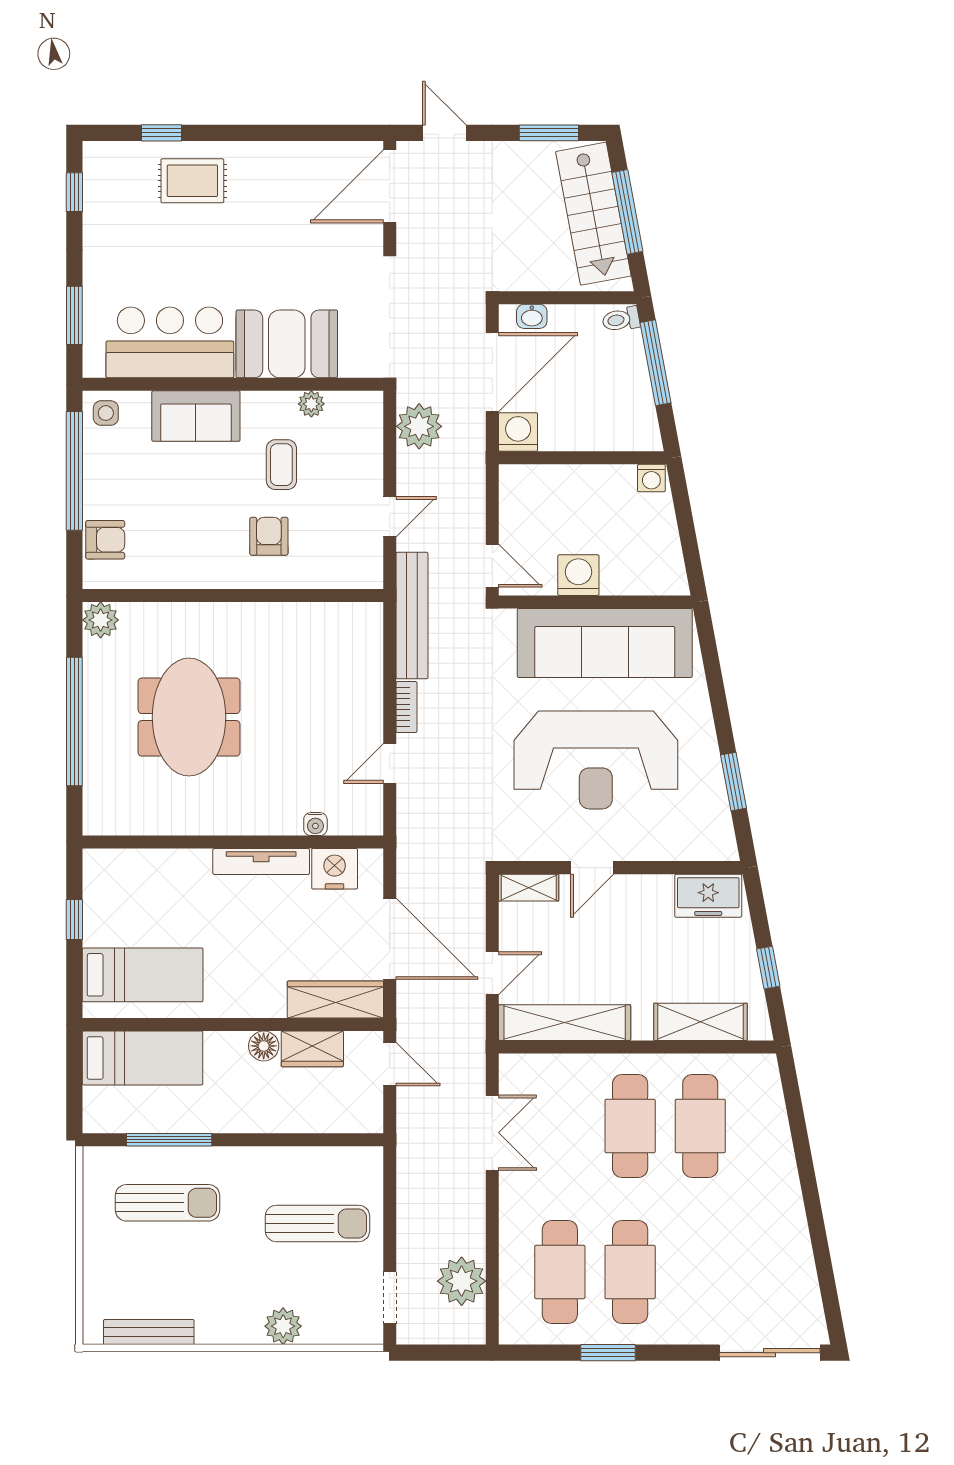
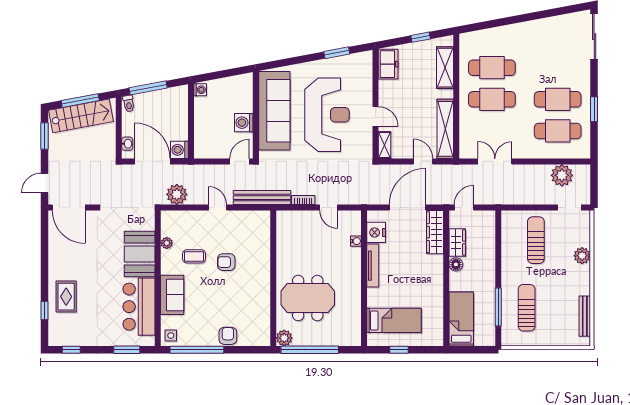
wall: (233, 596) -> (273, 278), moved
plant: (101, 620) -> (284, 338), moved
bed: (143, 975) -> (394, 320), moved, turned 90

